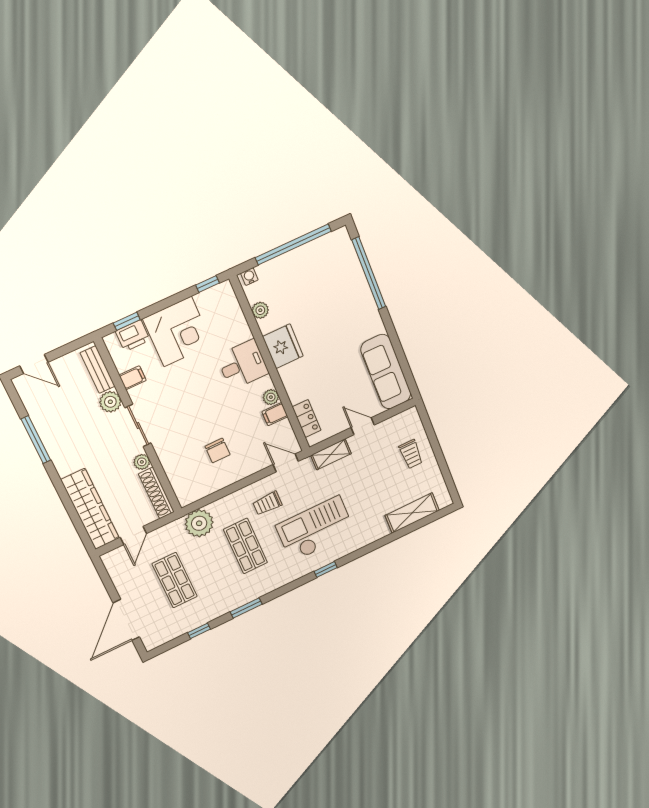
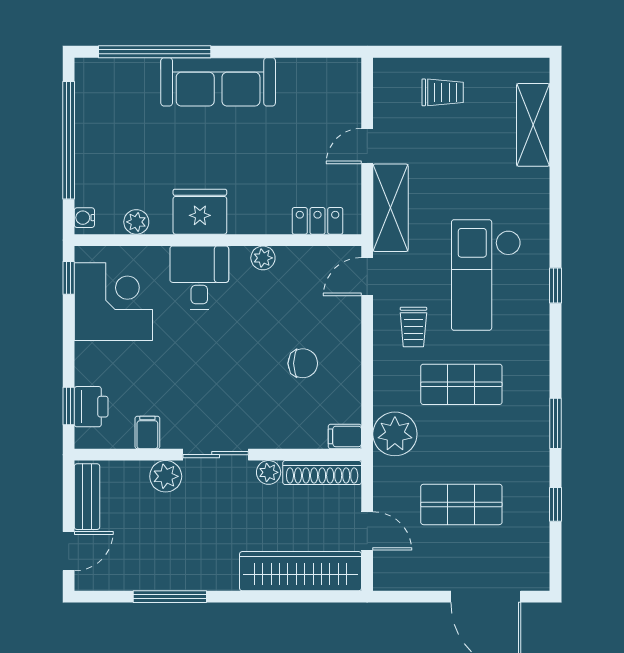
corner desk: (178, 332) -> (113, 302), moved
bench: (98, 370) -> (87, 497), moved, turned 90
sofa: (386, 372) -> (218, 82), moved
filing cabinet: (275, 414) -> (345, 436), moved, turned 90
shelving: (331, 454) -> (391, 208), width x1.50, depth x1.33

